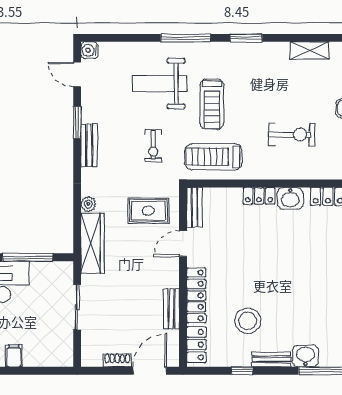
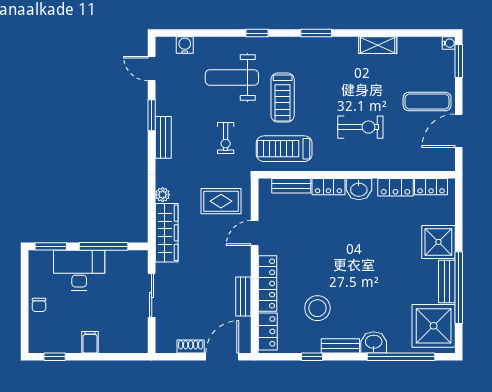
window: (186, 38) -> (257, 33), width x0.46
water cooler: (89, 50) -> (185, 45), moved, turned 90
bench: (194, 207) -> (291, 186), moved, turned 90

